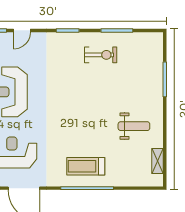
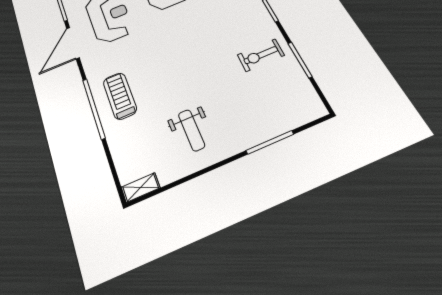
exercise bike: (101, 55) -> (261, 55), turned 90
shelving: (157, 161) -> (141, 187), moved

